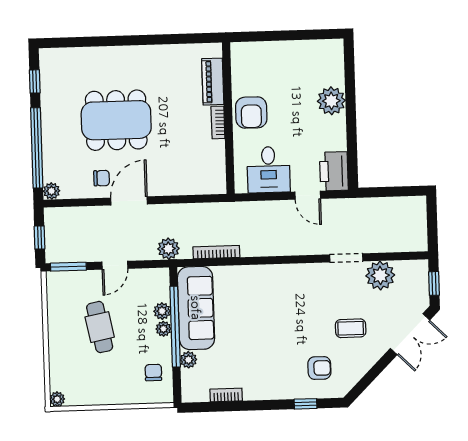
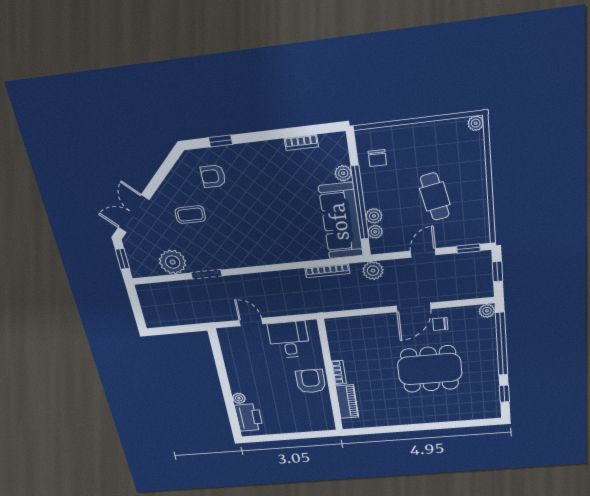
plant: (331, 101) -> (239, 398), width x0.53, depth x0.53
printer: (334, 171) -> (249, 417), moved
window: (68, 267) -> (469, 248), width x0.67
plant: (163, 329) -> (375, 232), moved

